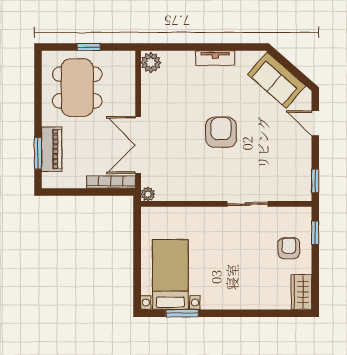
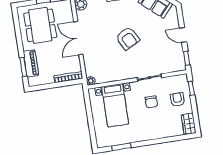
door: (315, 123) -> (183, 35), moved
armchair: (221, 132) -> (128, 38), turned 151
double door: (138, 145) -> (78, 38), moved
chair: (244, 245) -> (151, 102), added
bed with nightstands: (170, 274) -> (115, 105), moved, turned 180

